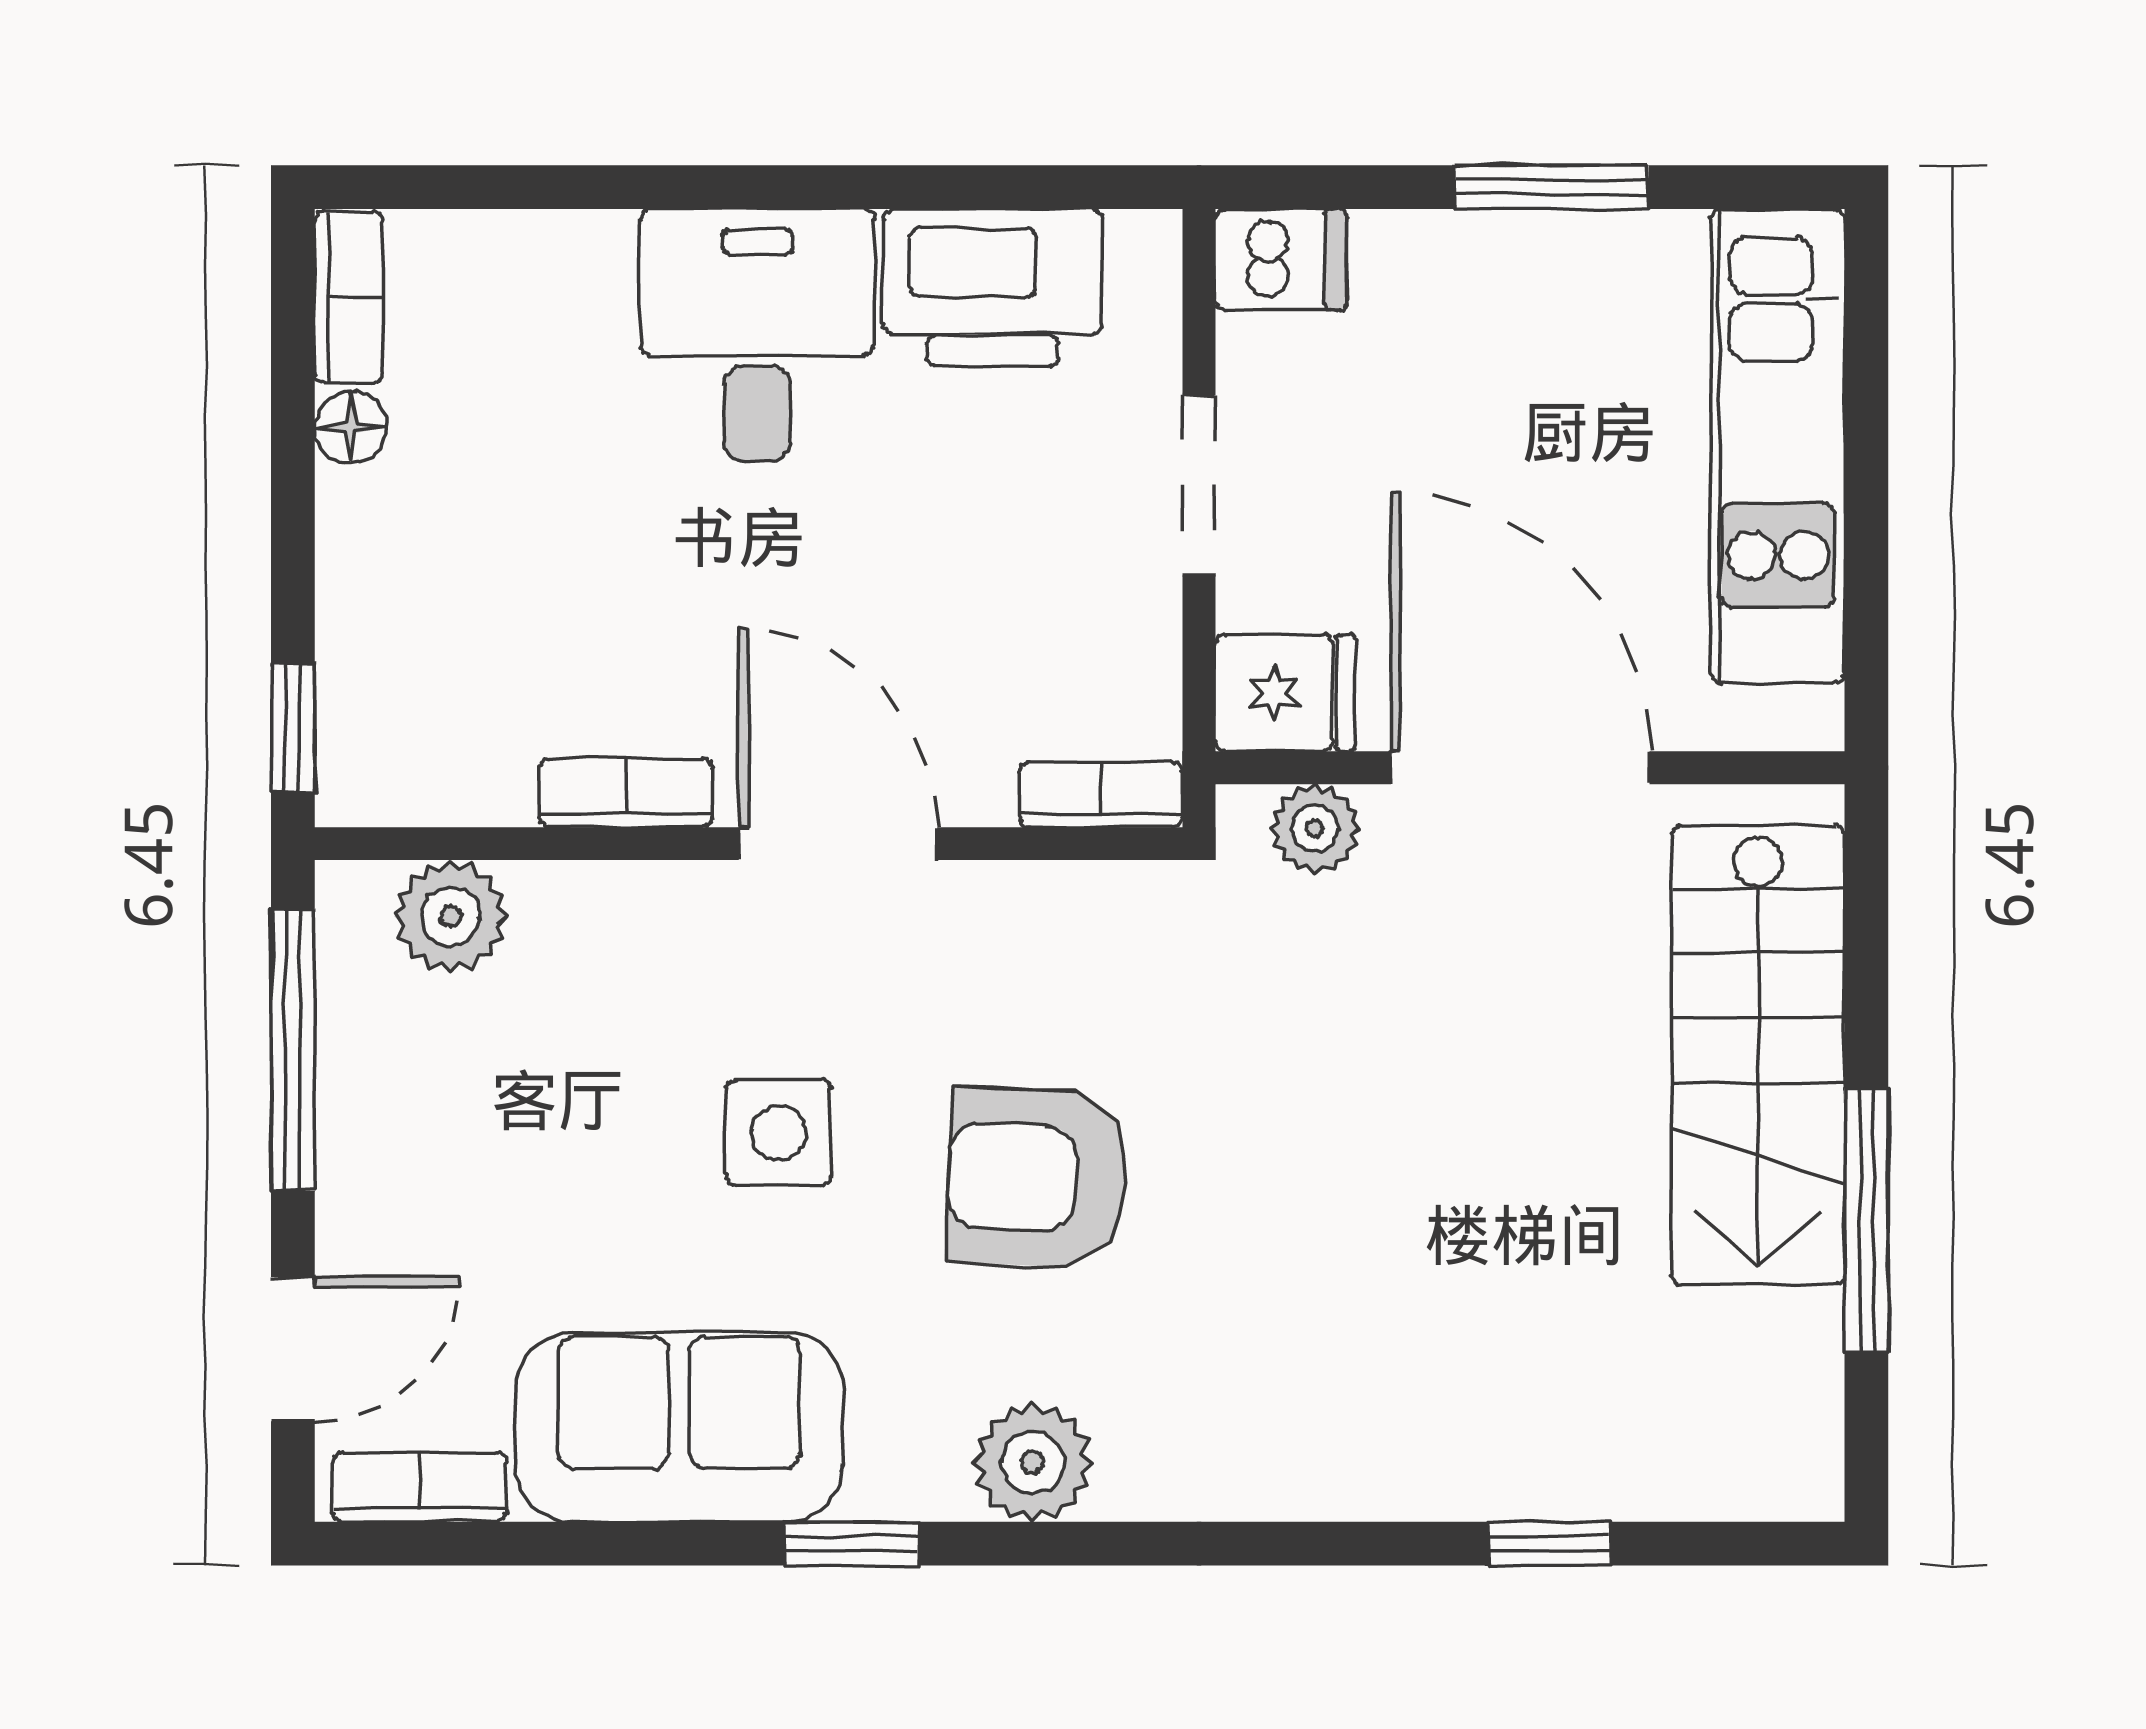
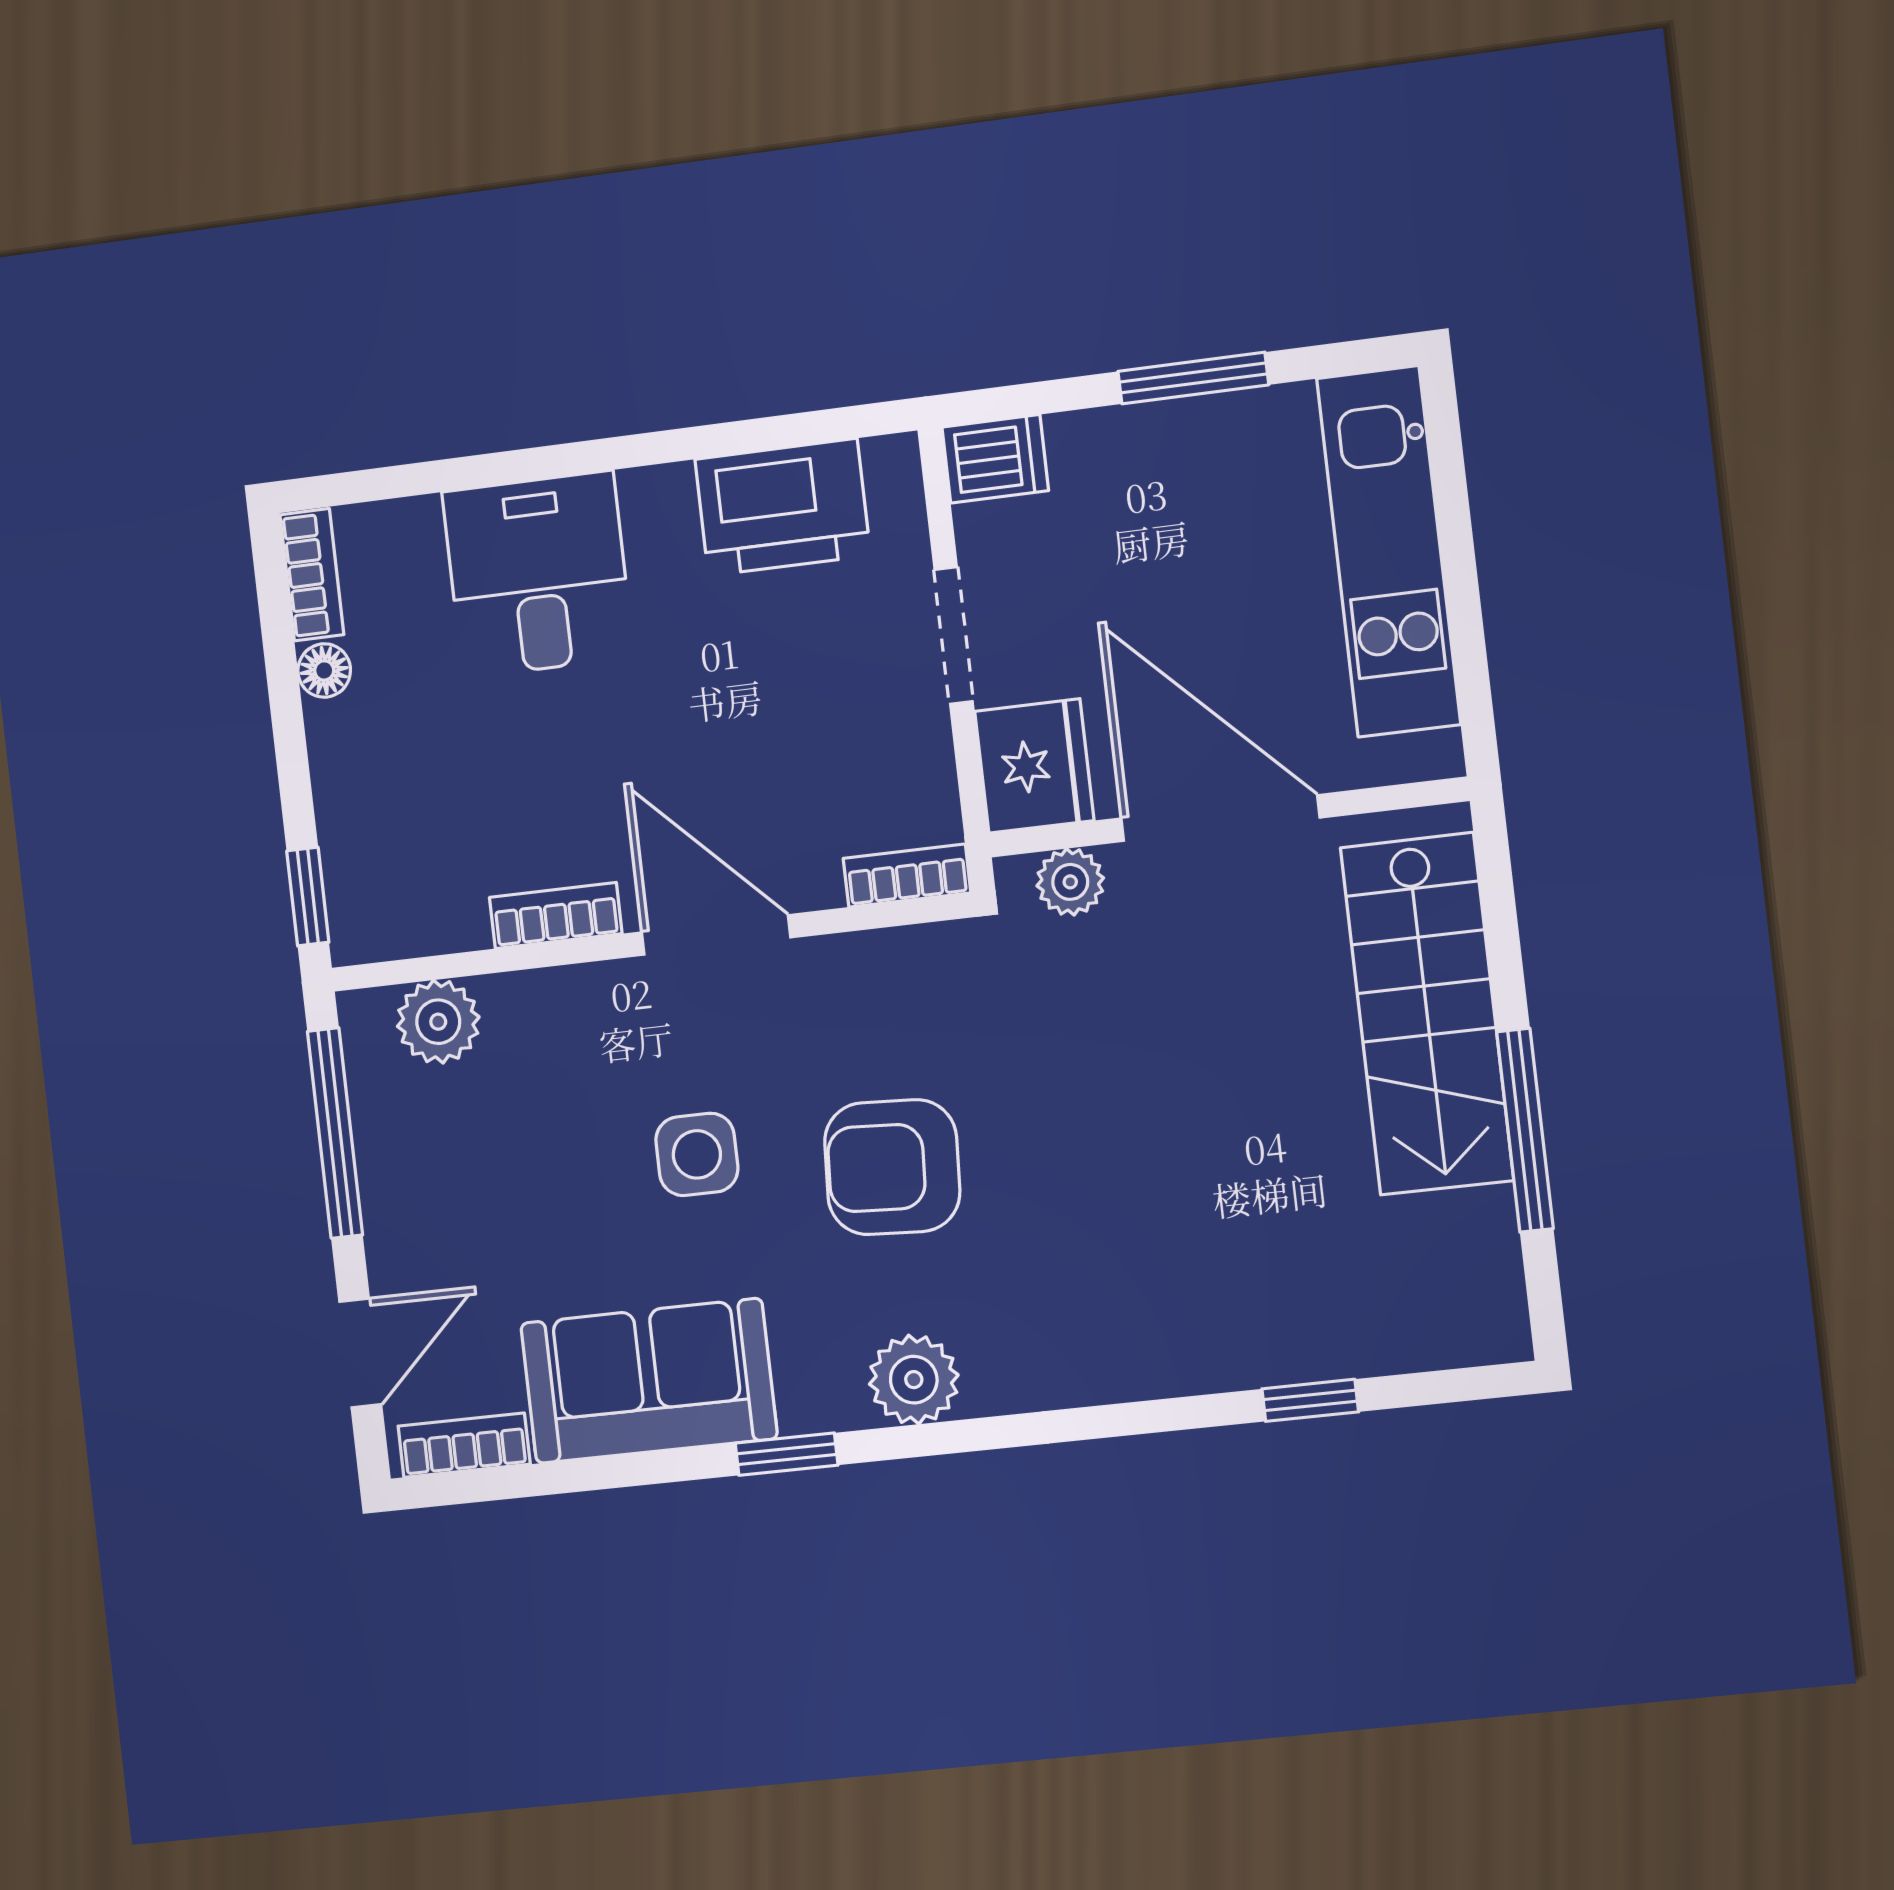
desk: (757, 335) -> (538, 574), moved
fridge: (1285, 693) -> (1034, 766), width x1.38

